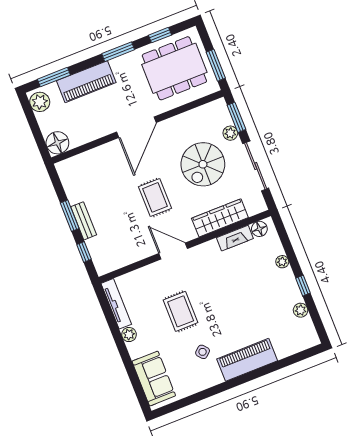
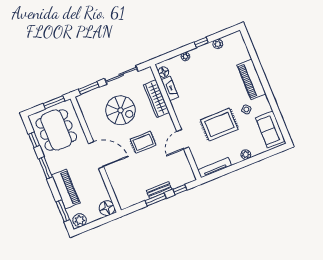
plant: (230, 133) -> (99, 92), removed
door: (173, 251) -> (183, 139), moved
rug: (181, 311) -> (219, 124), width x1.36, depth x1.43
plant: (129, 335) -> (246, 155), moved
sofa: (154, 378) -> (270, 129), moved, turned -90

